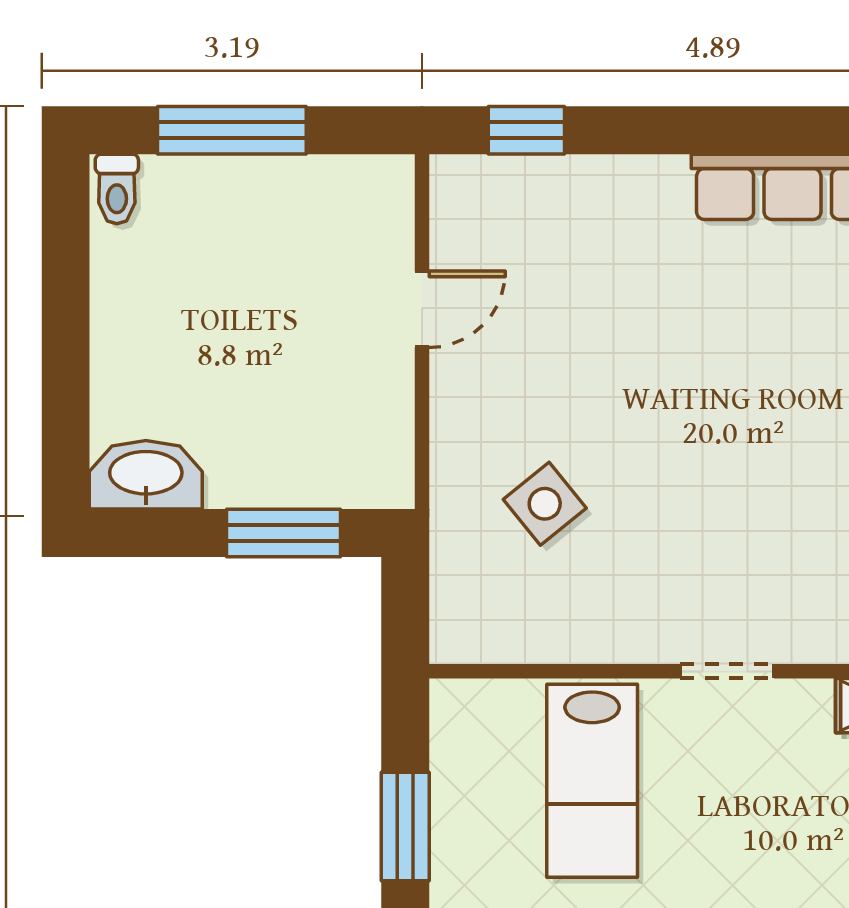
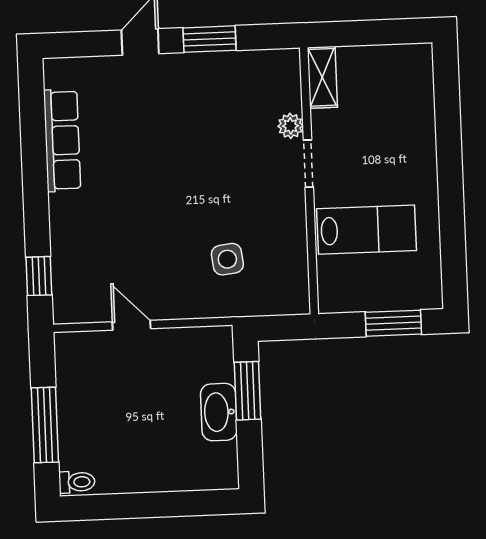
washbasin: (146, 475) -> (219, 412), moved
side table: (545, 504) -> (227, 259), turned 32
plant: (803, 639) -> (290, 126), added

